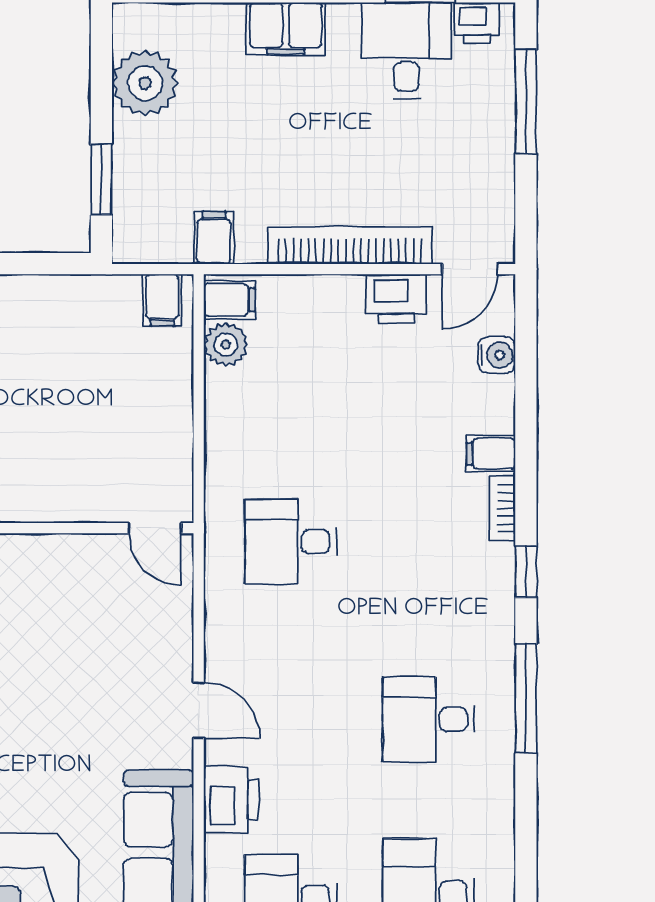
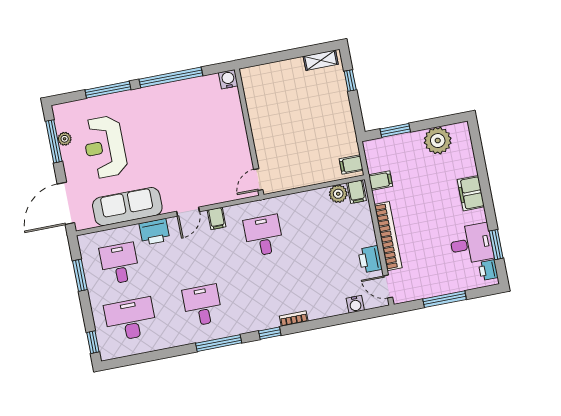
window: (526, 101) -> (445, 299), moved
filing cabinet: (491, 454) -> (217, 218), moved, turned 180

